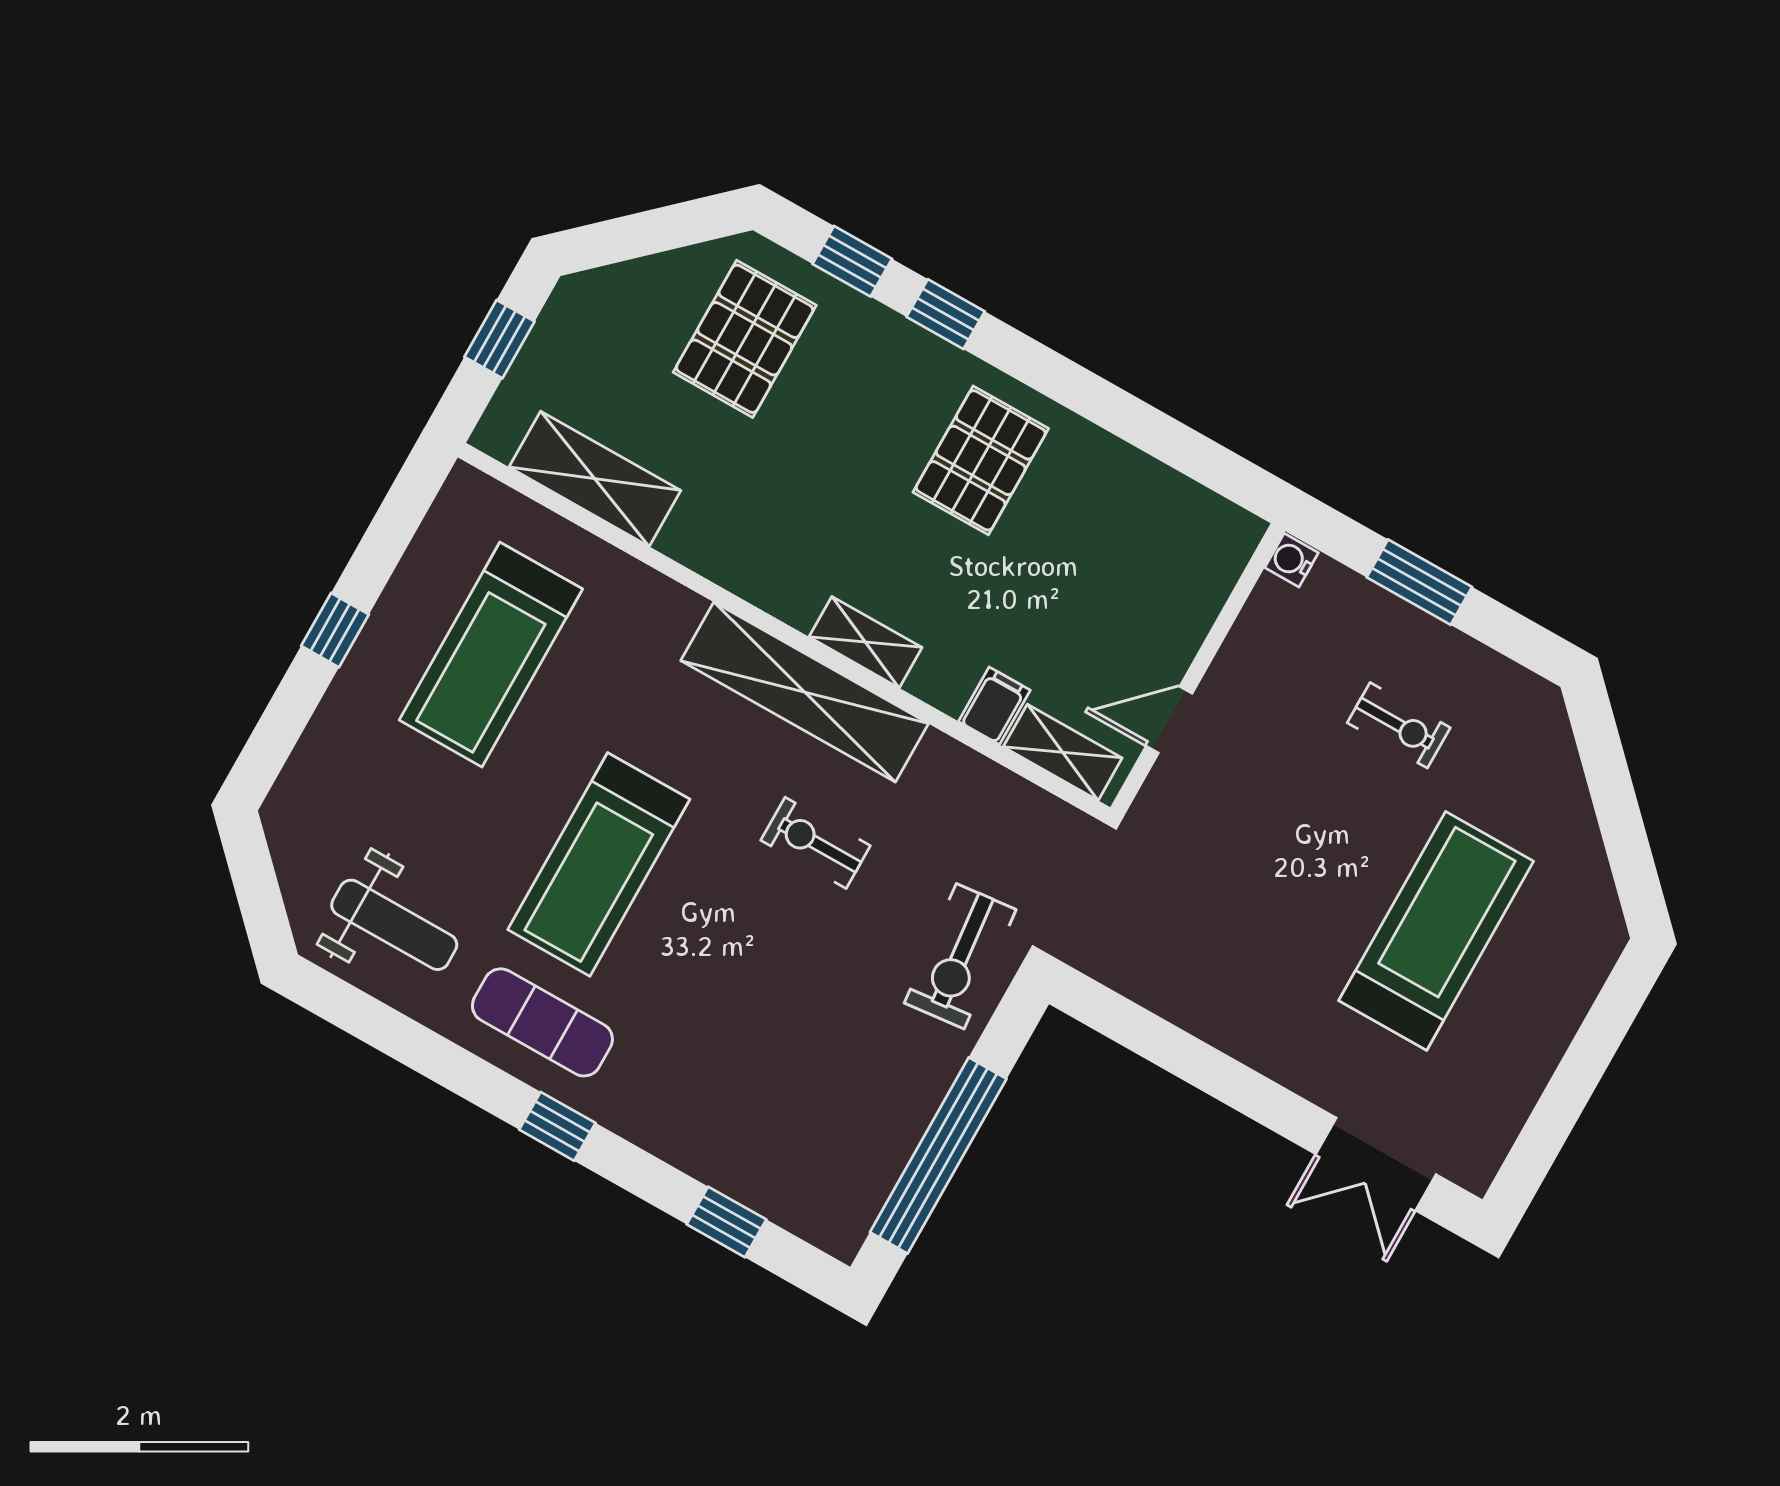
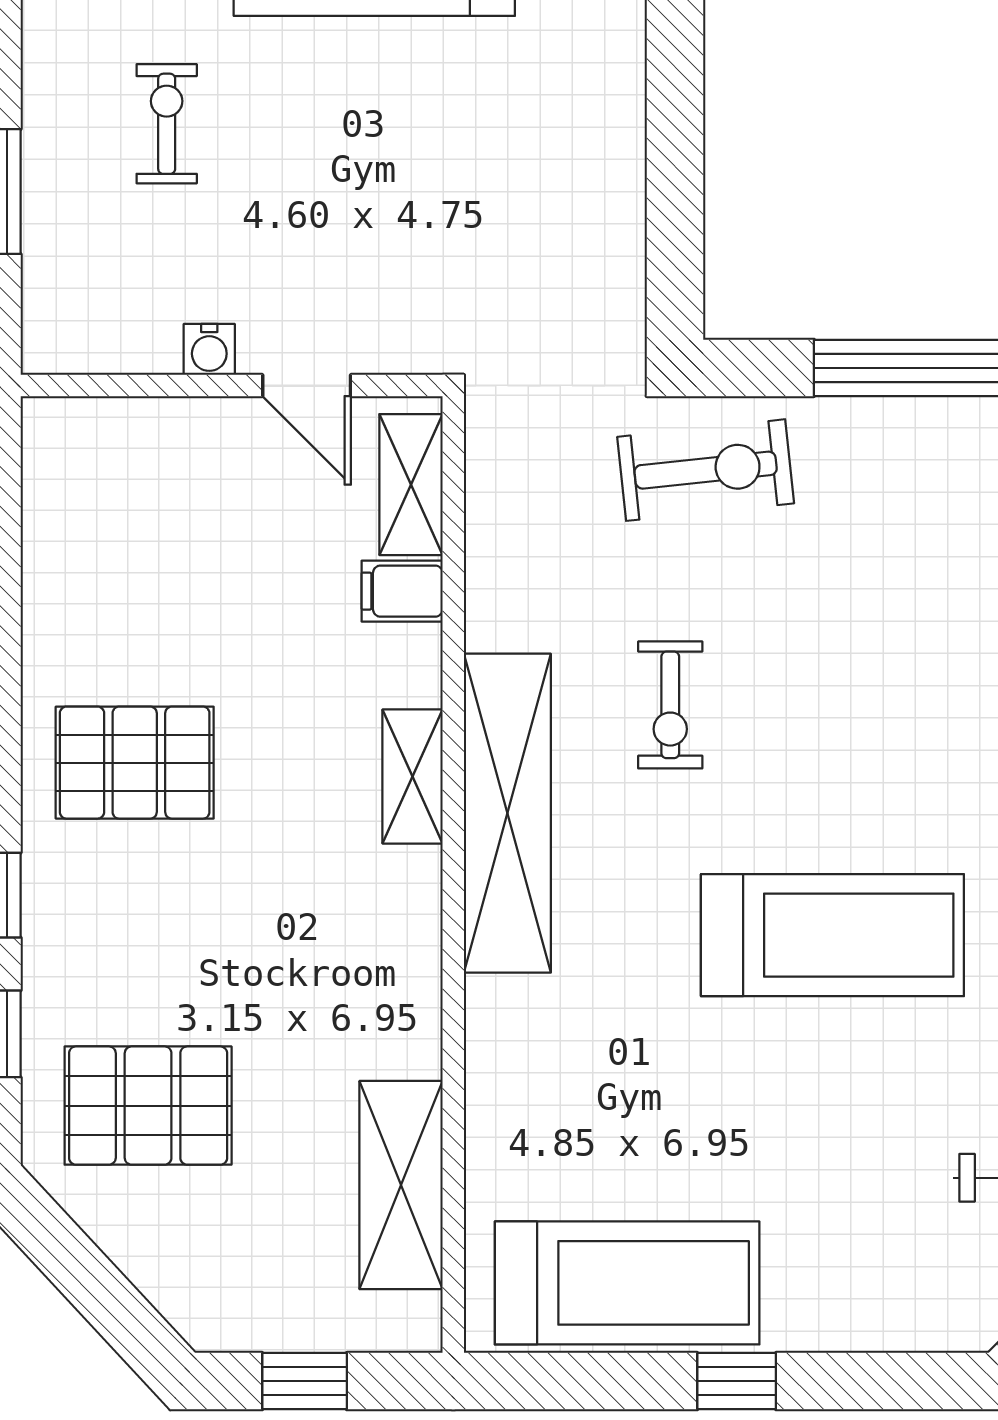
water cooler: (1292, 560) -> (209, 349), moved
treadmill: (491, 655) -> (627, 1283), moved

